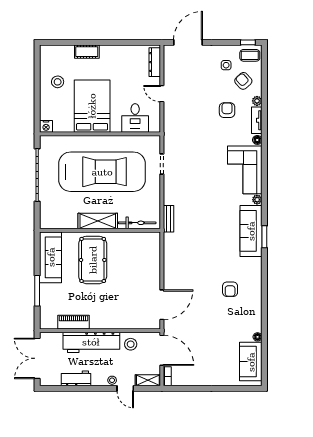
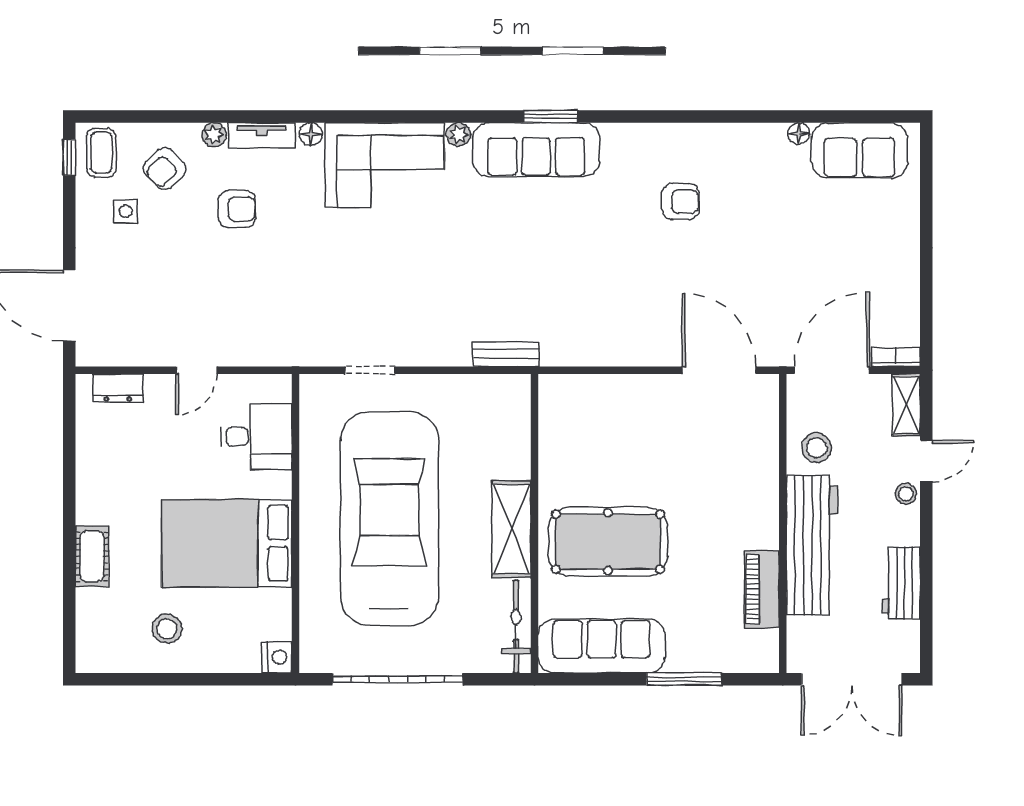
dresser: (155, 62) -> (118, 388), width x0.70
armchair: (227, 110) -> (237, 209), turned 180
bicycle: (137, 223) -> (516, 627), moved

